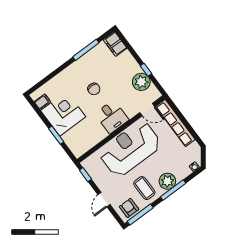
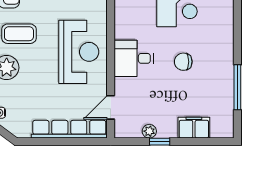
filing cabinet: (115, 44) -> (194, 128), moved
plant: (141, 82) -> (149, 131), width x0.53, depth x0.53
reception desk: (130, 149) -> (79, 52), width x0.74, depth x0.77

